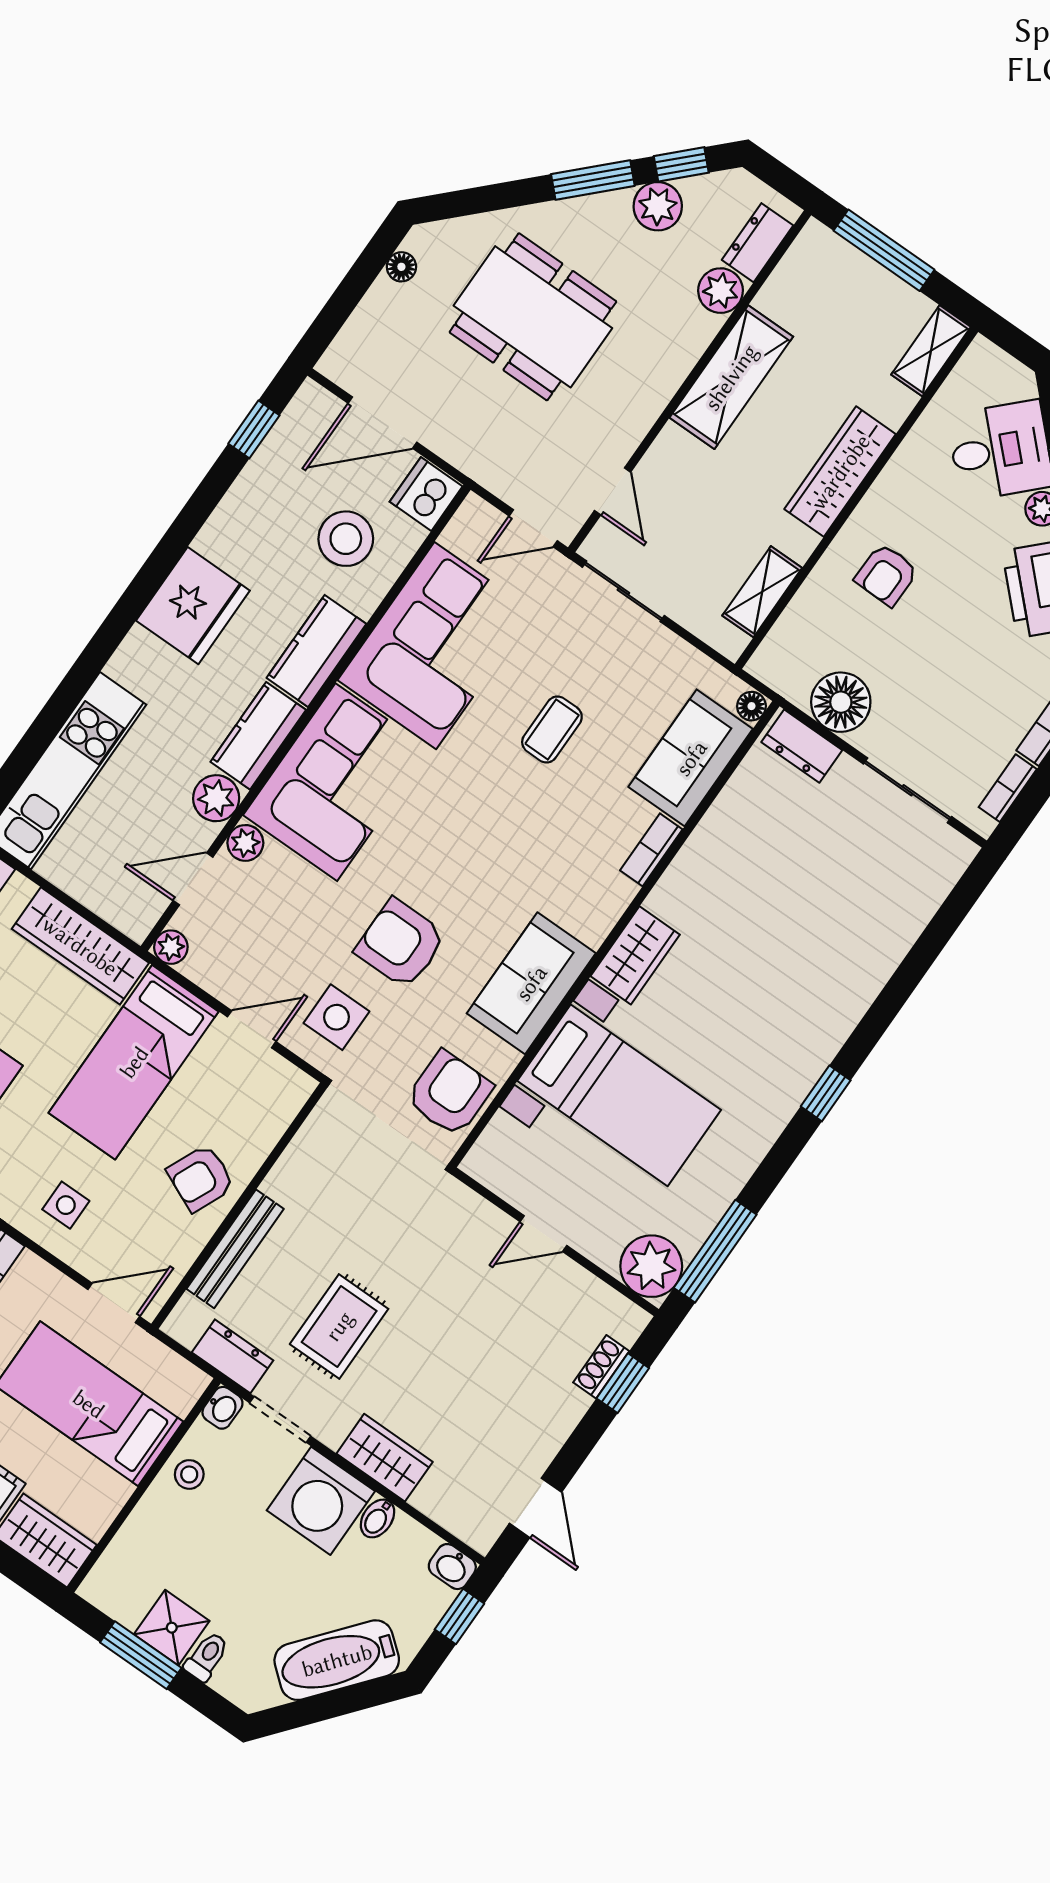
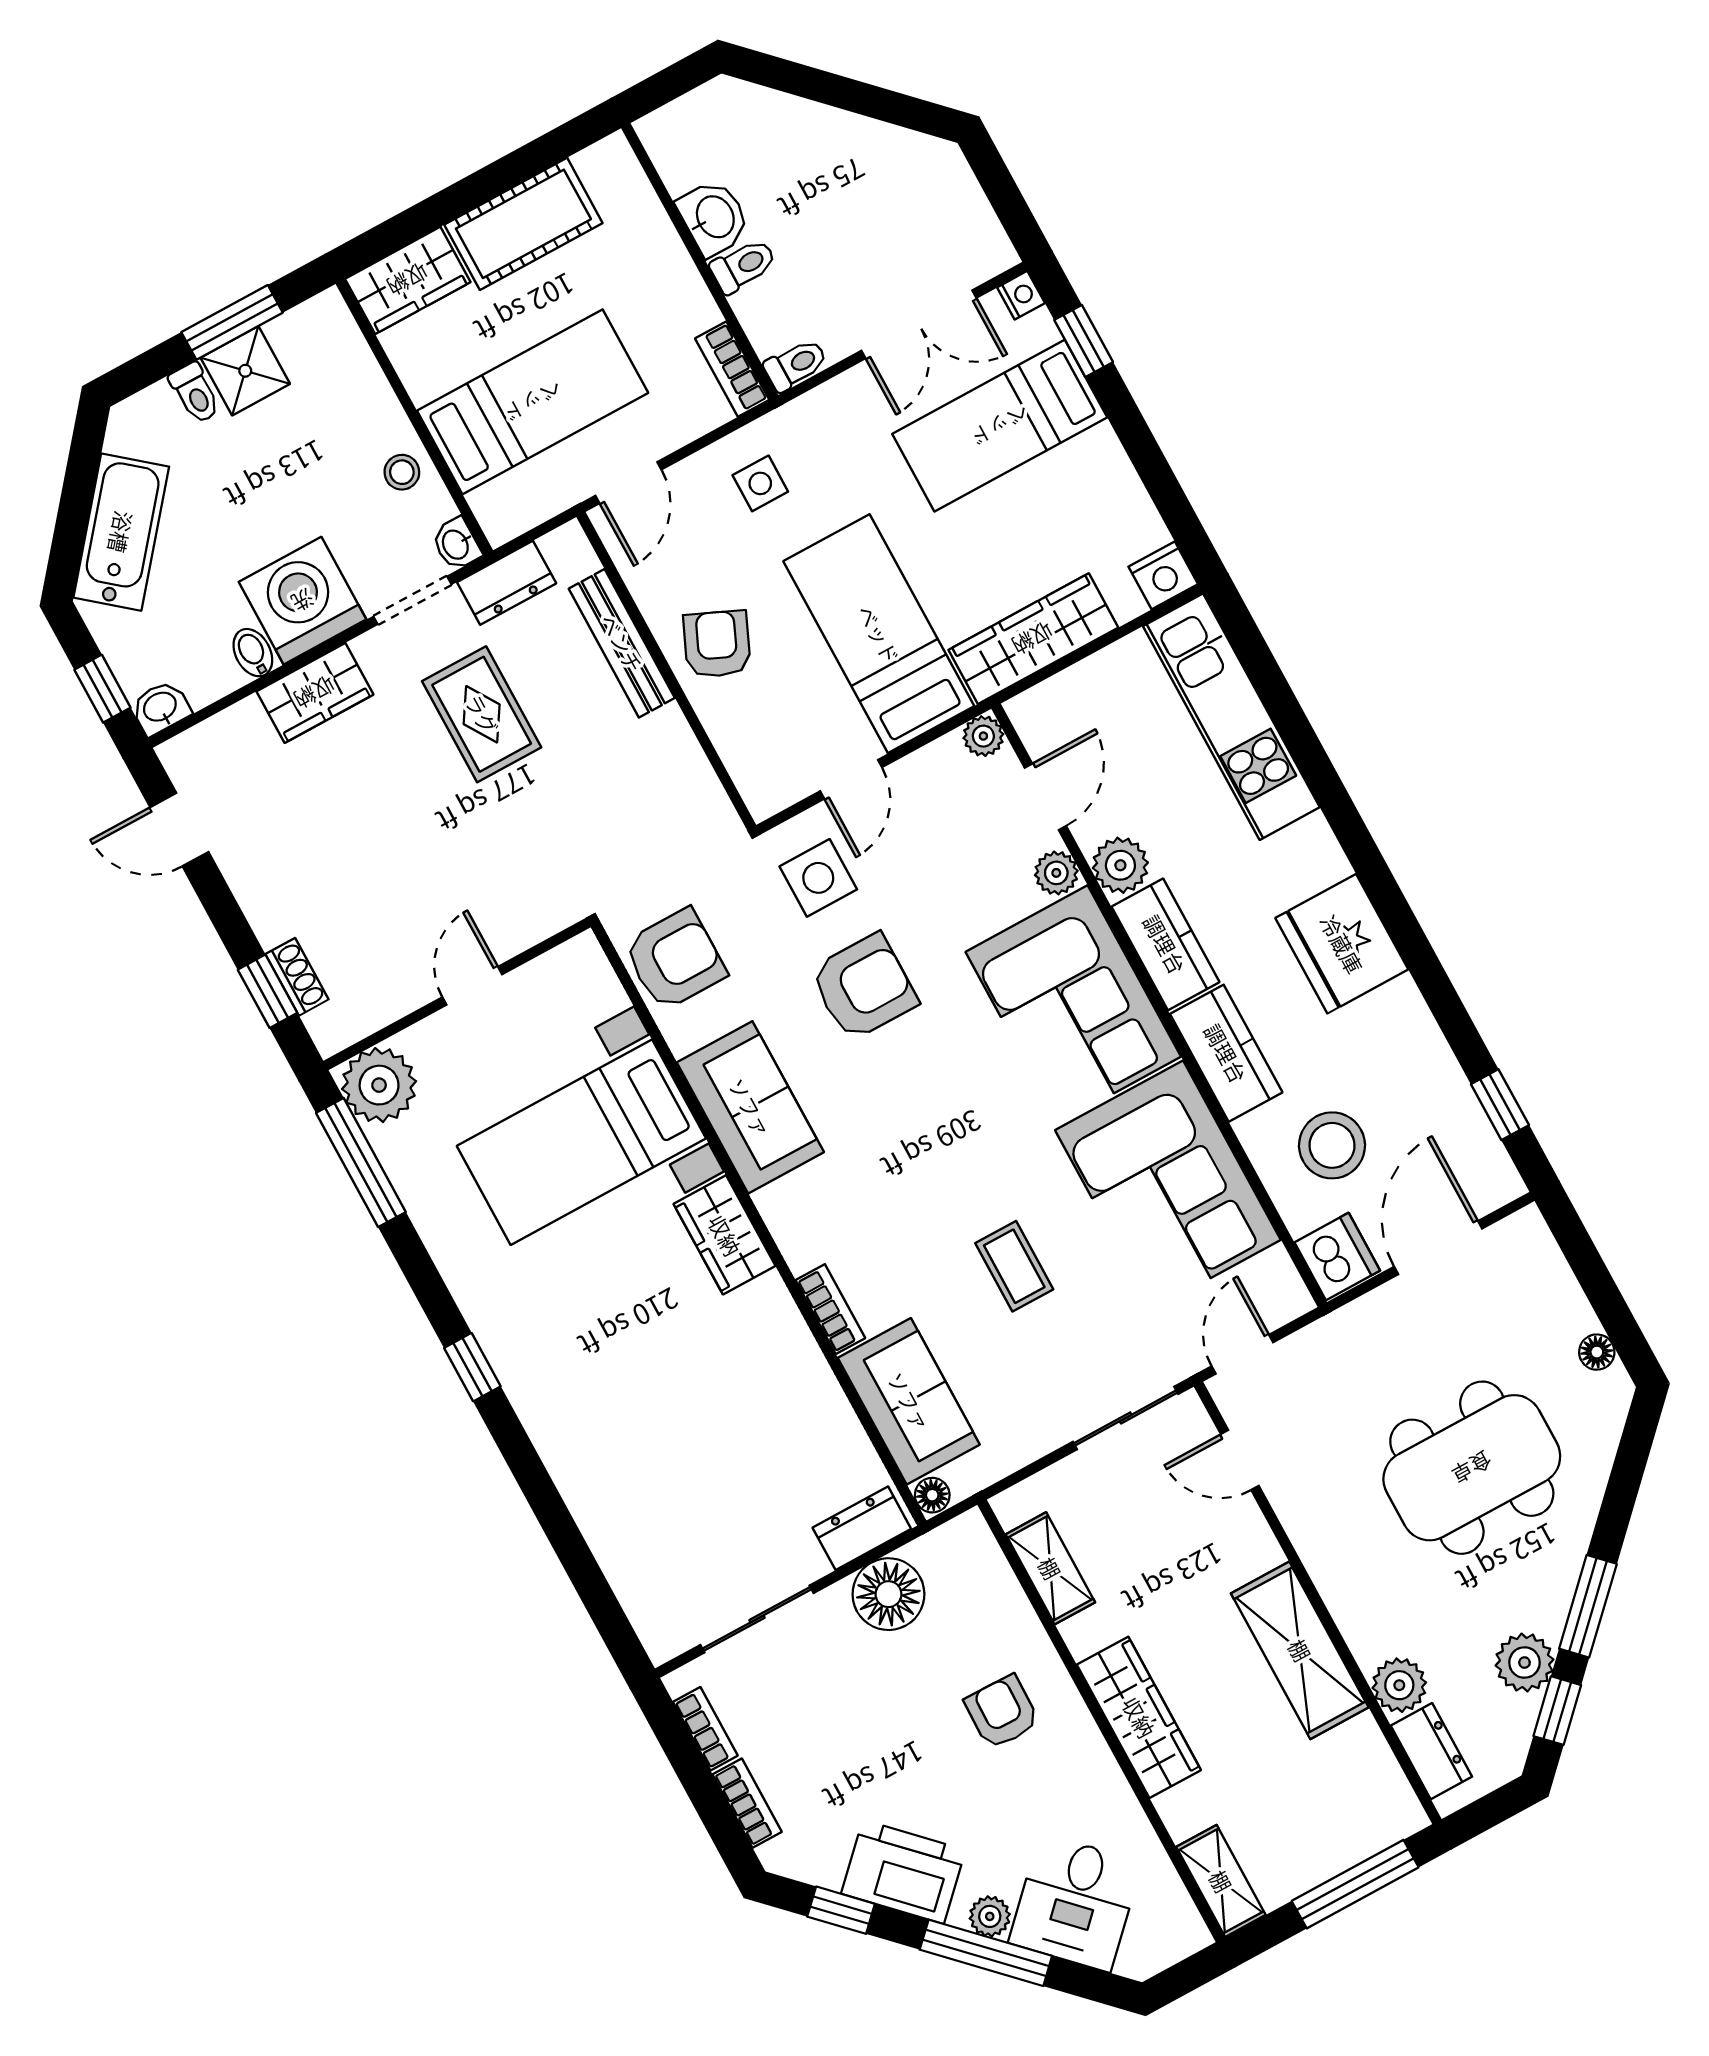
armchair: (450, 1093) -> (675, 959), turned -90

